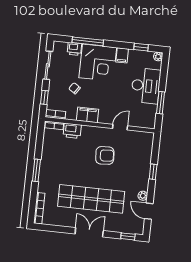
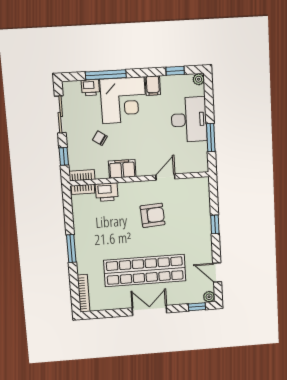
plant: (143, 196) -> (209, 297), moved

